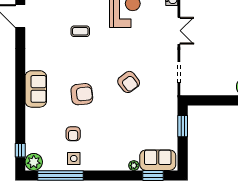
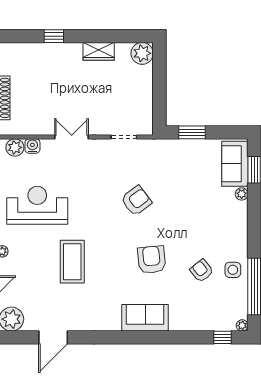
coffee table: (80, 31) -> (72, 262), width x1.86, depth x1.72
armchair: (73, 134) -> (202, 271), turned -129
plant: (34, 162) -> (242, 325), width x0.53, depth x0.53

